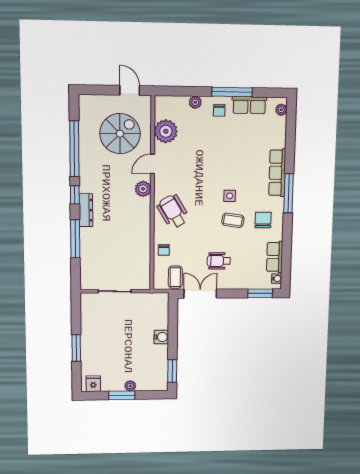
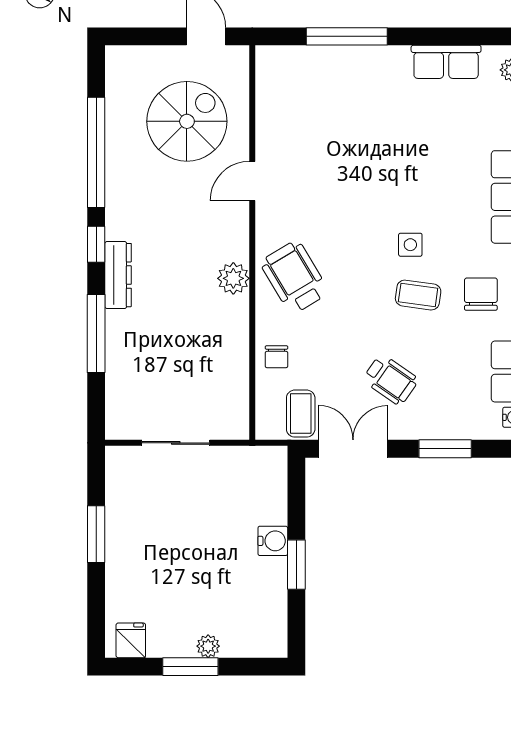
window: (232, 92) -> (347, 36), moved
plant: (195, 102) -> (337, 58), removed
chair: (219, 110) -> (385, 73), removed
plant: (166, 131) -> (279, 116), removed
plant: (143, 189) -> (233, 278), moved
wheelchair: (219, 261) -> (391, 380), turned -145
window: (260, 293) -> (445, 449), moved
window: (76, 348) -> (96, 534), moved
window: (172, 371) -> (296, 565), moved

